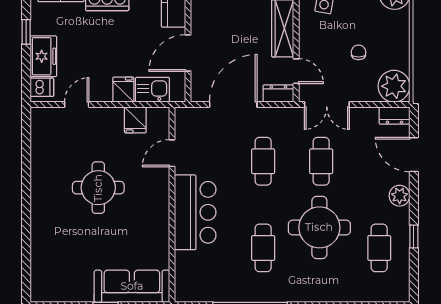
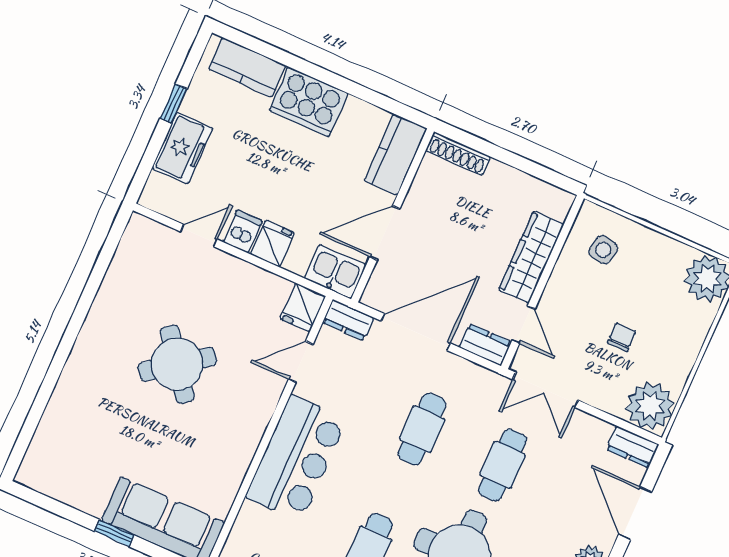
dishwasher: (42, 87) -> (243, 232), moved, turned -90
kitchen sink: (152, 90) -> (335, 272), moved
dresser: (189, 115) -> (348, 320), added
fridge: (135, 120) -> (303, 307), moved
round table: (98, 188) -> (177, 364), turned -37

